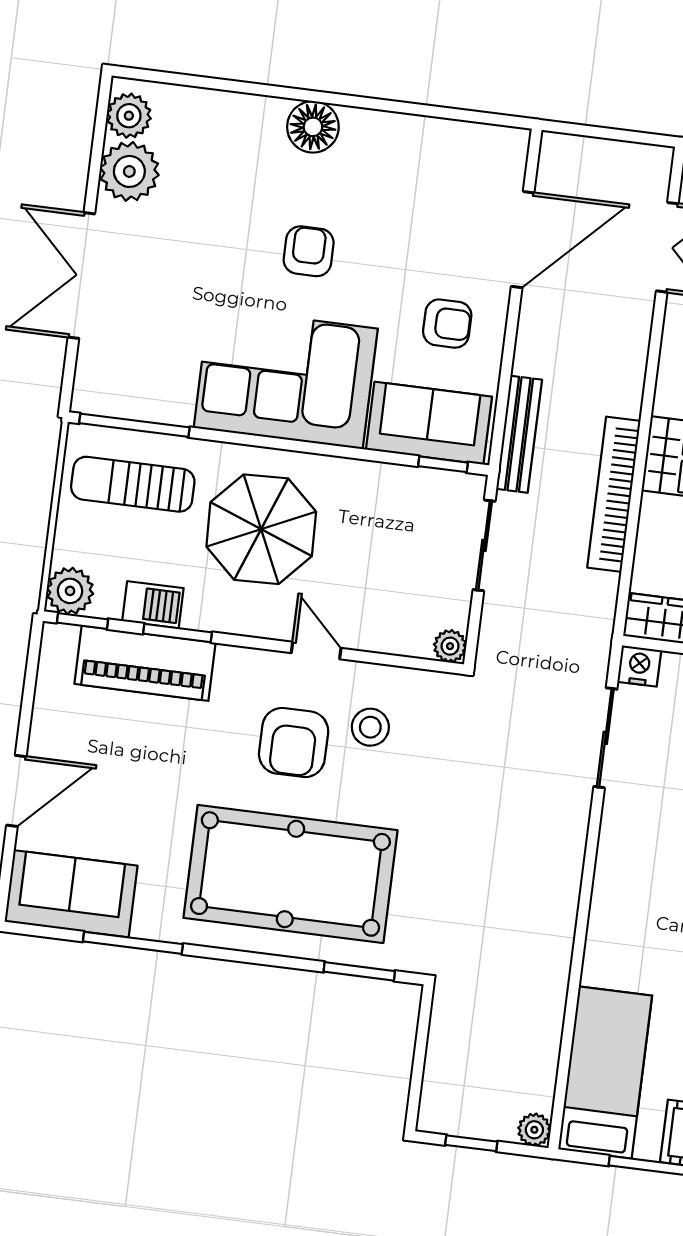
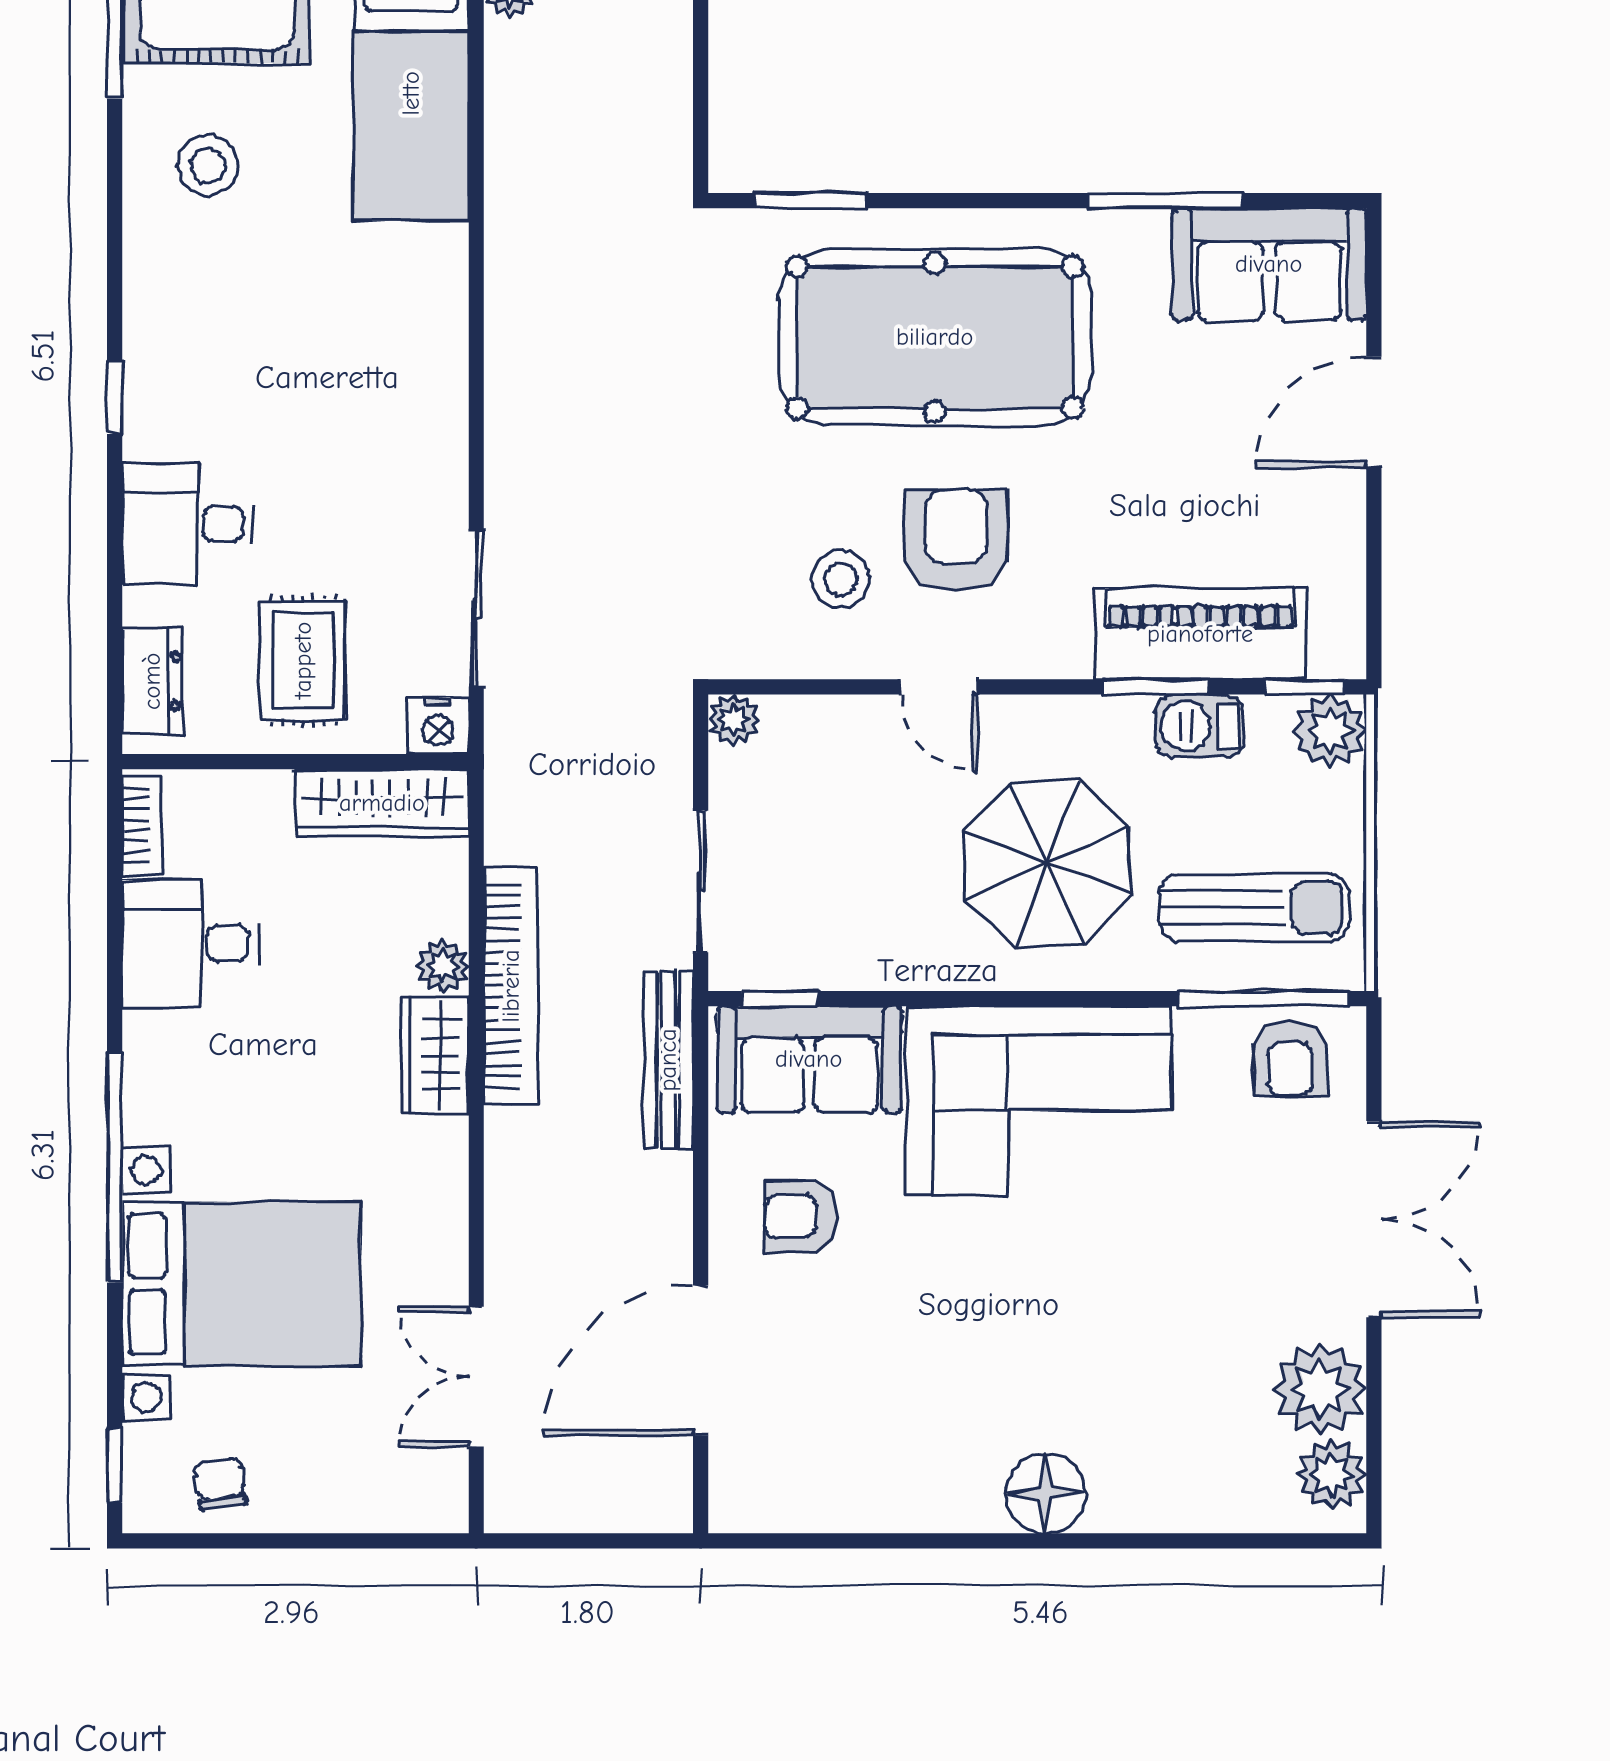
armchair: (309, 251) -> (1290, 1059), moved
plant: (655, 512) -> (443, 966), added

